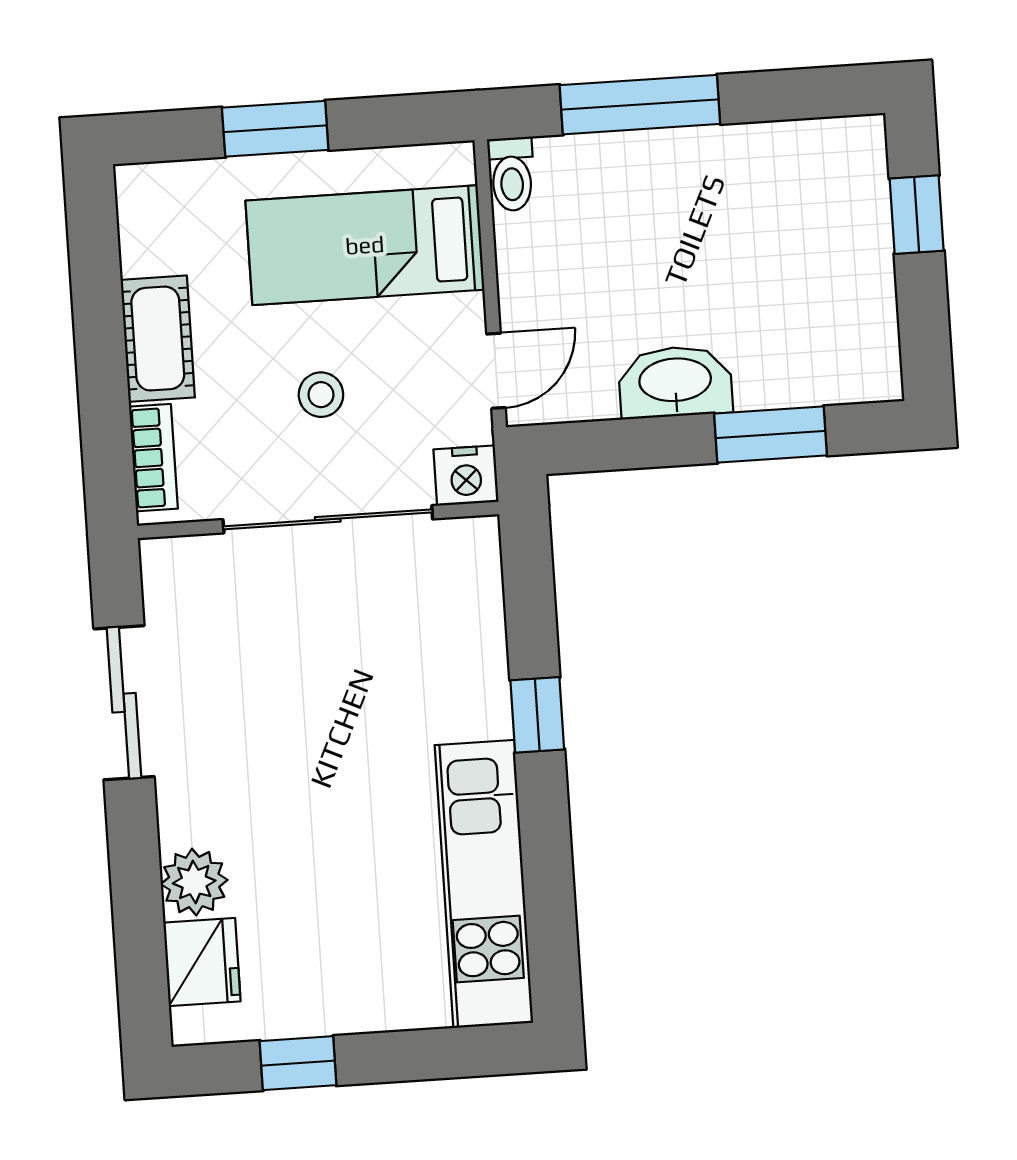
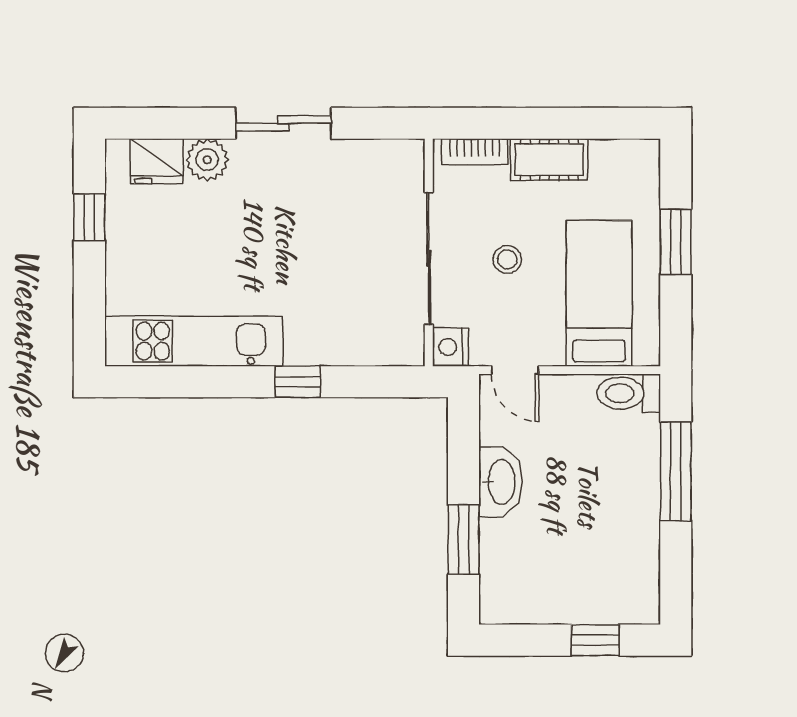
toilet: (511, 174) -> (629, 393), width x1.37, depth x1.39
sliding door: (124, 703) -> (283, 123), moved

